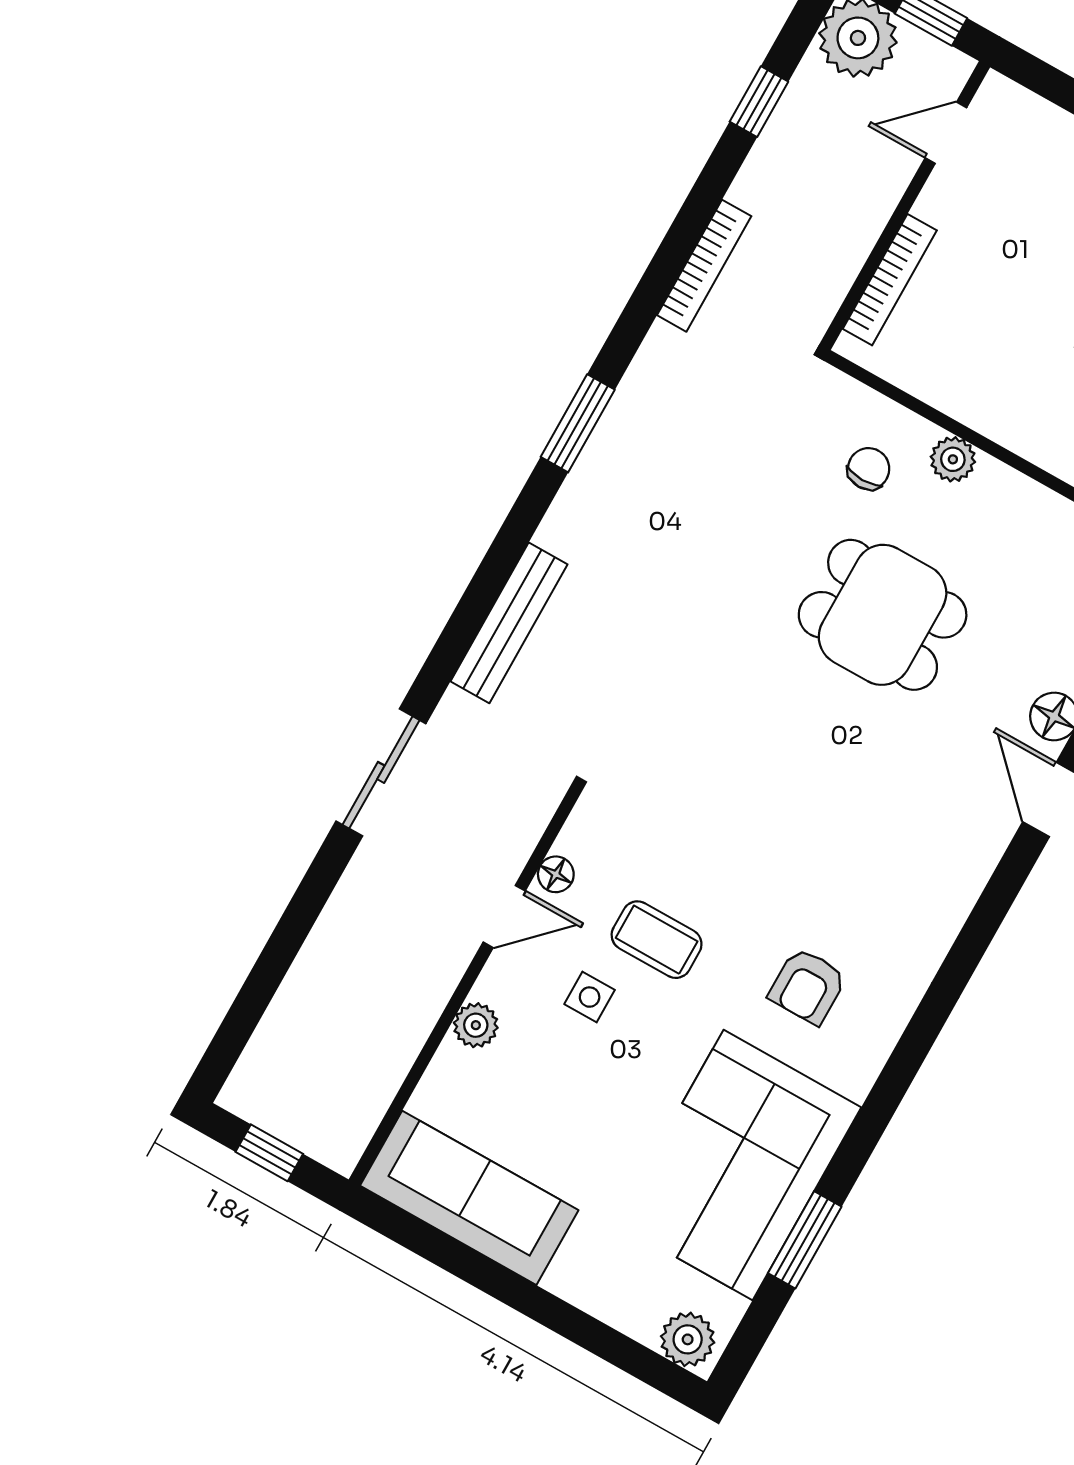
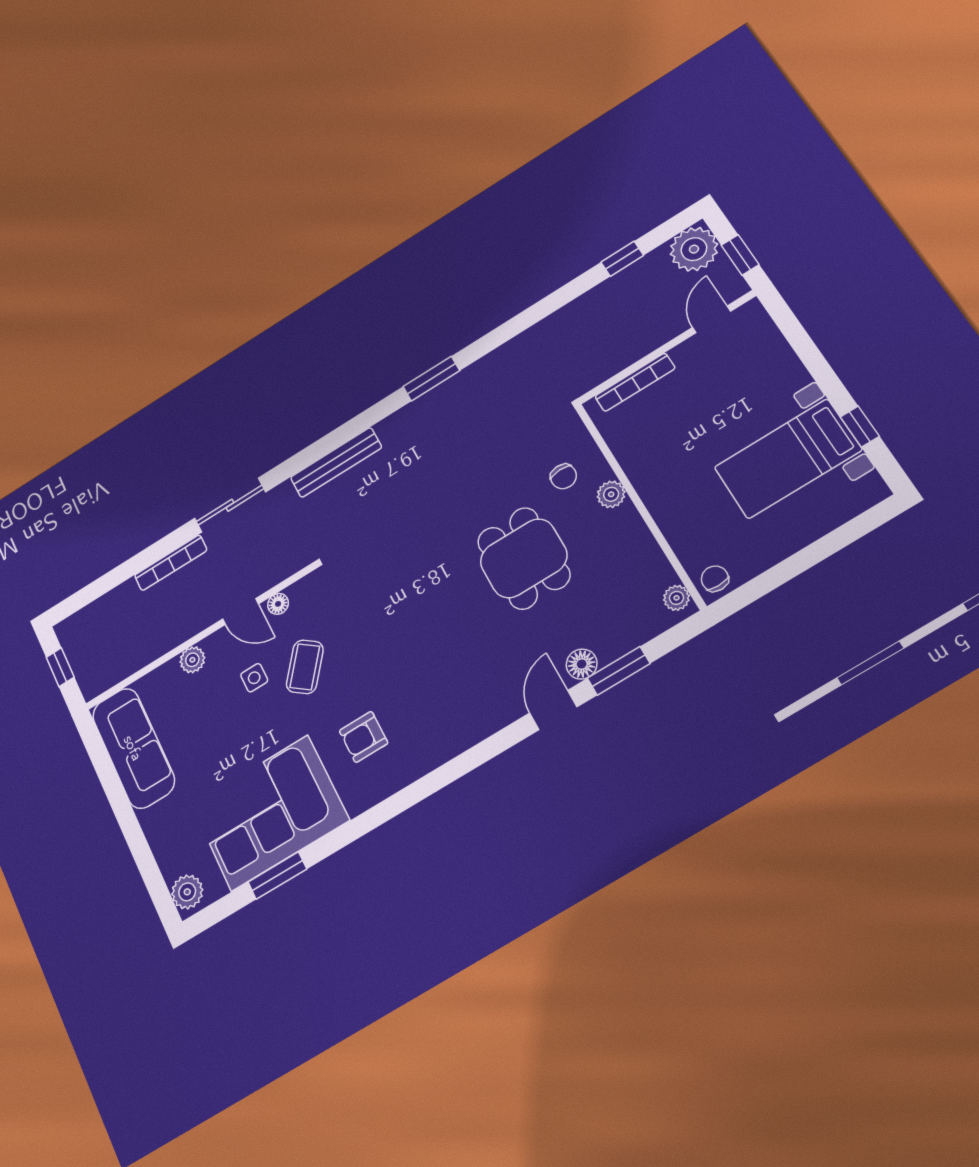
door: (946, 133) -> (711, 319), hinge flipped
bookcase: (704, 266) -> (171, 563), moved
chair: (869, 469) -> (563, 477), turned 88
coffee table: (657, 940) -> (305, 667), turned 38

